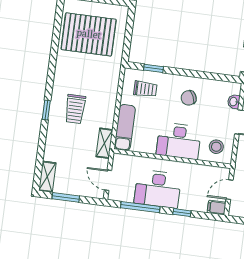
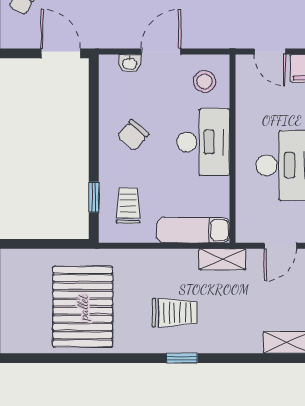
pallet: (89, 34) -> (83, 307), moved
chair: (189, 98) -> (133, 135), turned 65

